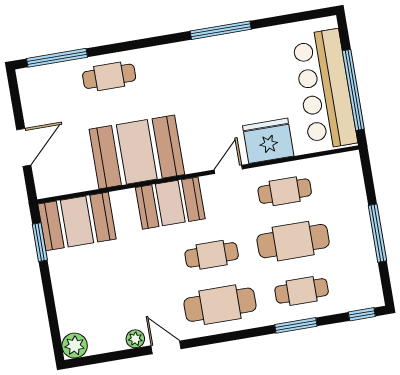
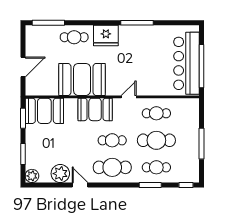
fridge: (268, 141) -> (106, 36), moved, turned 180
window: (51, 308) -> (23, 154), added
plant: (135, 339) -> (60, 174), width x1.88, depth x1.88

